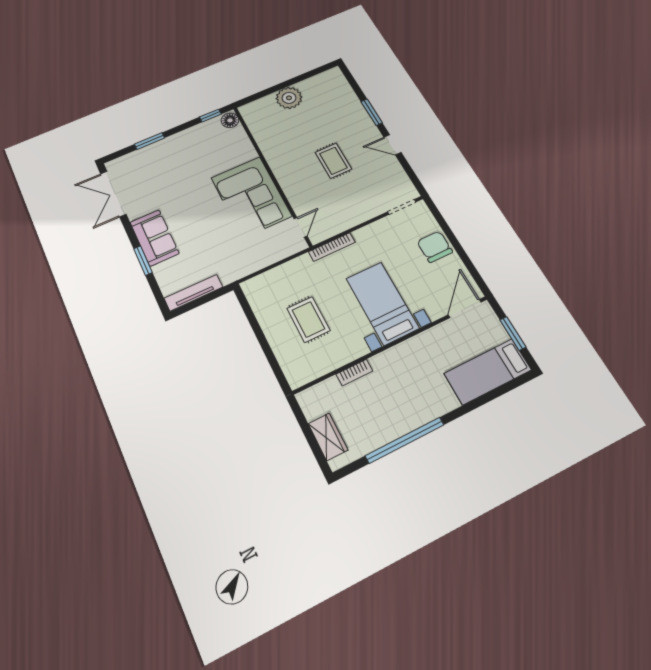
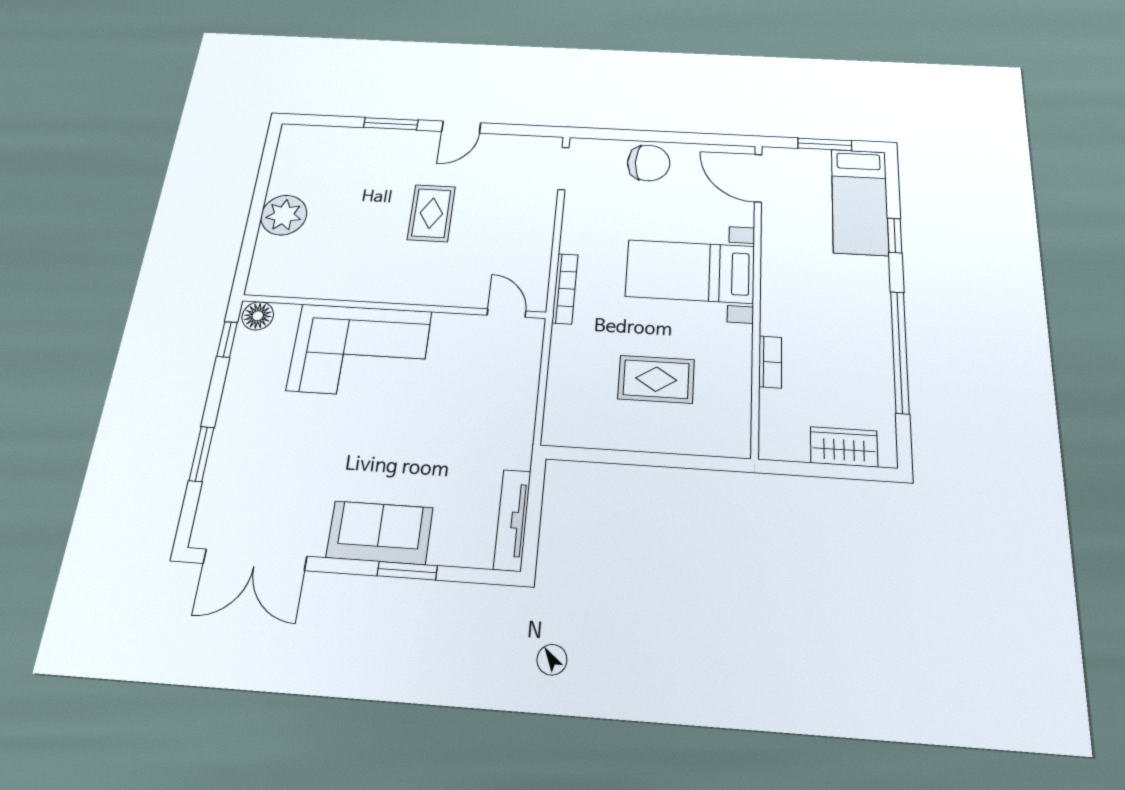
rug: (333, 161) -> (431, 213), turned 90
corner sofa: (251, 197) -> (360, 351), moved
chair: (435, 247) -> (649, 163), turned 180
window: (478, 402) -> (895, 236), added

